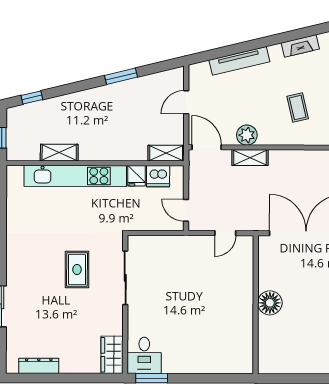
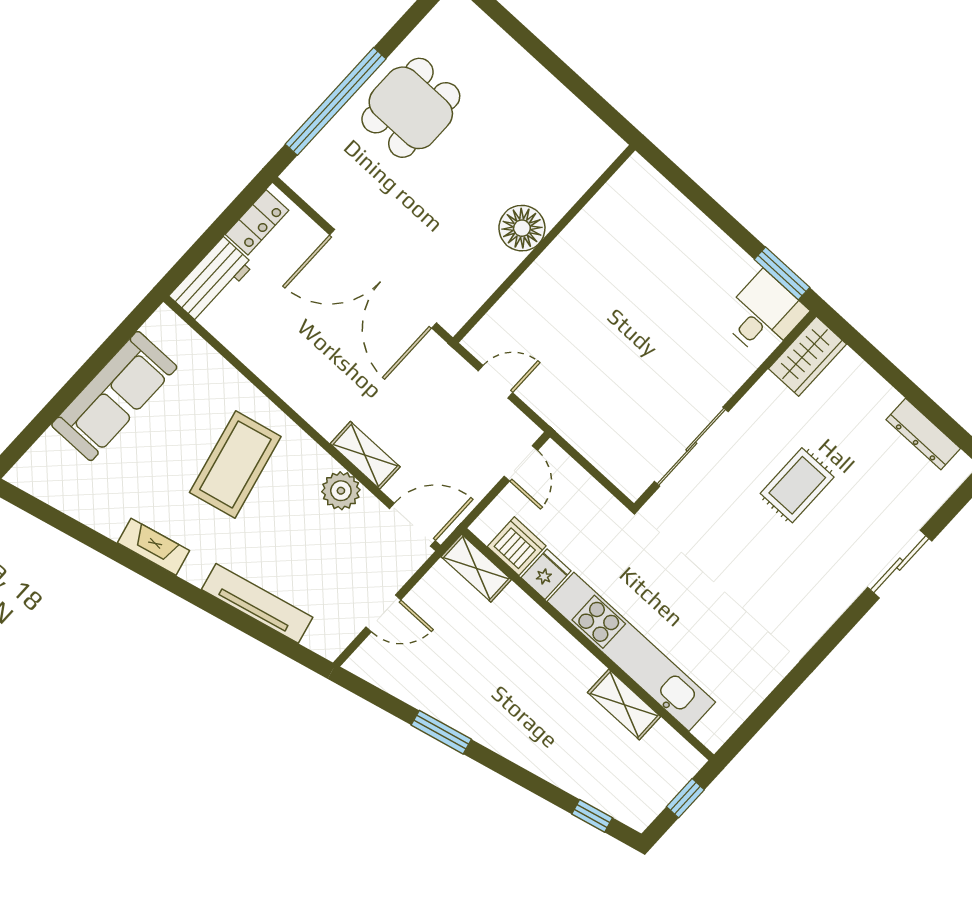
coffee table: (298, 108) -> (235, 464), width x1.86, depth x1.72
door: (207, 147) -> (412, 525), swing flipped
rug: (77, 270) -> (797, 485), moved

